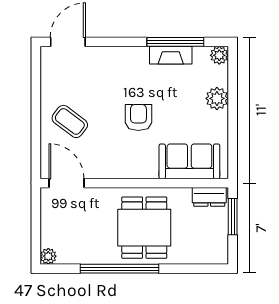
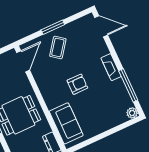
fireplace: (171, 55) -> (111, 67), moved
plant: (217, 98) -> (108, 123), removed
window: (36, 115) -> (53, 27), added

